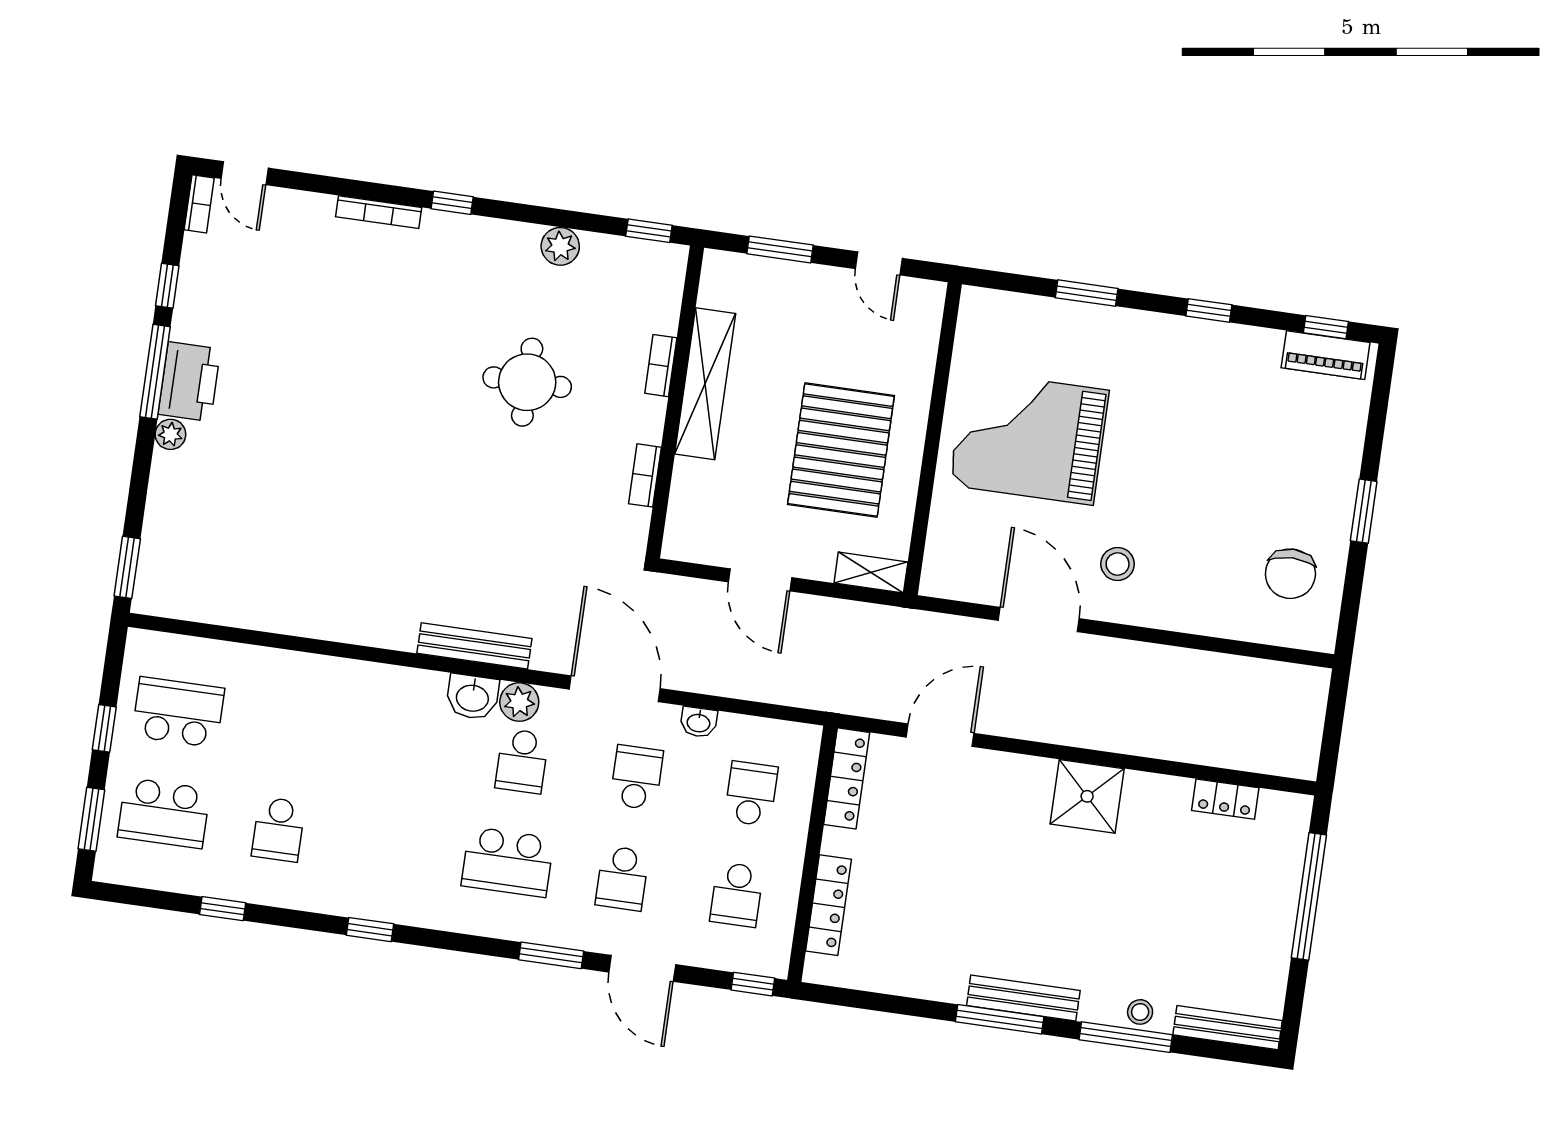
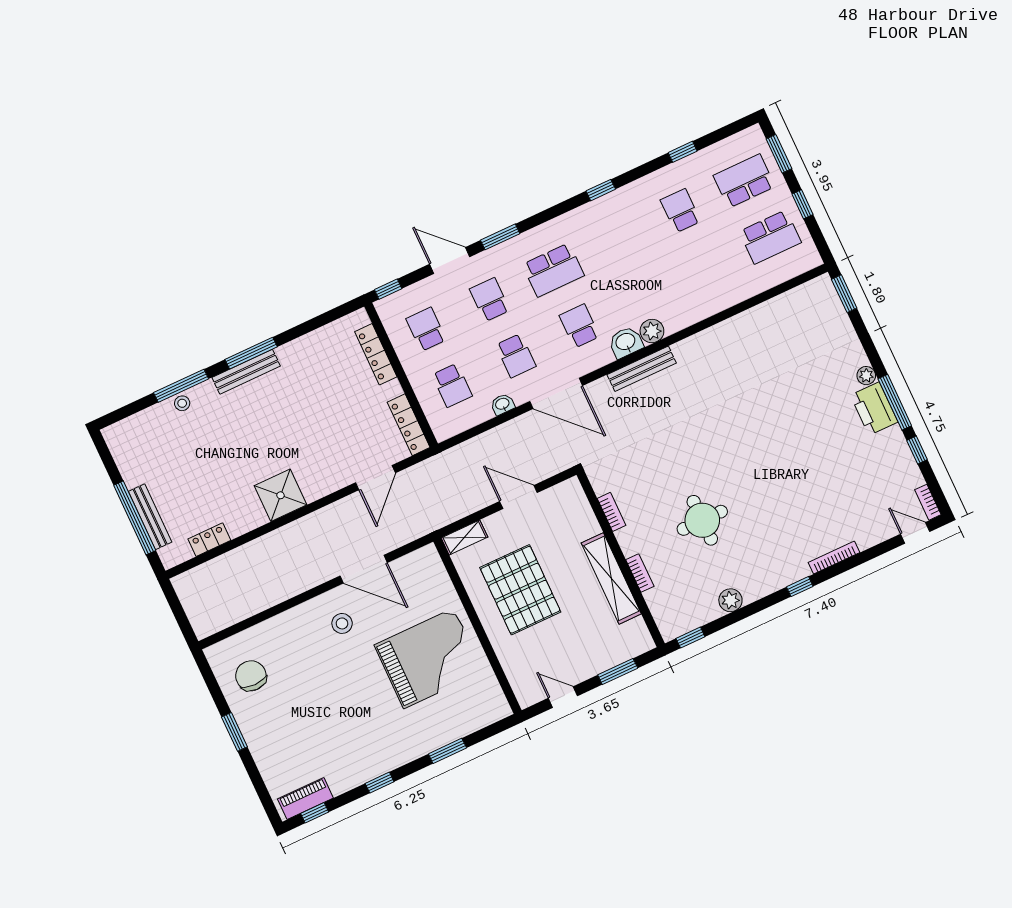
plant: (519, 702) -> (652, 331), moved
school desk: (508, 862) -> (553, 270), turned 180
bench: (1228, 1028) -> (150, 517), moved, turned 90

